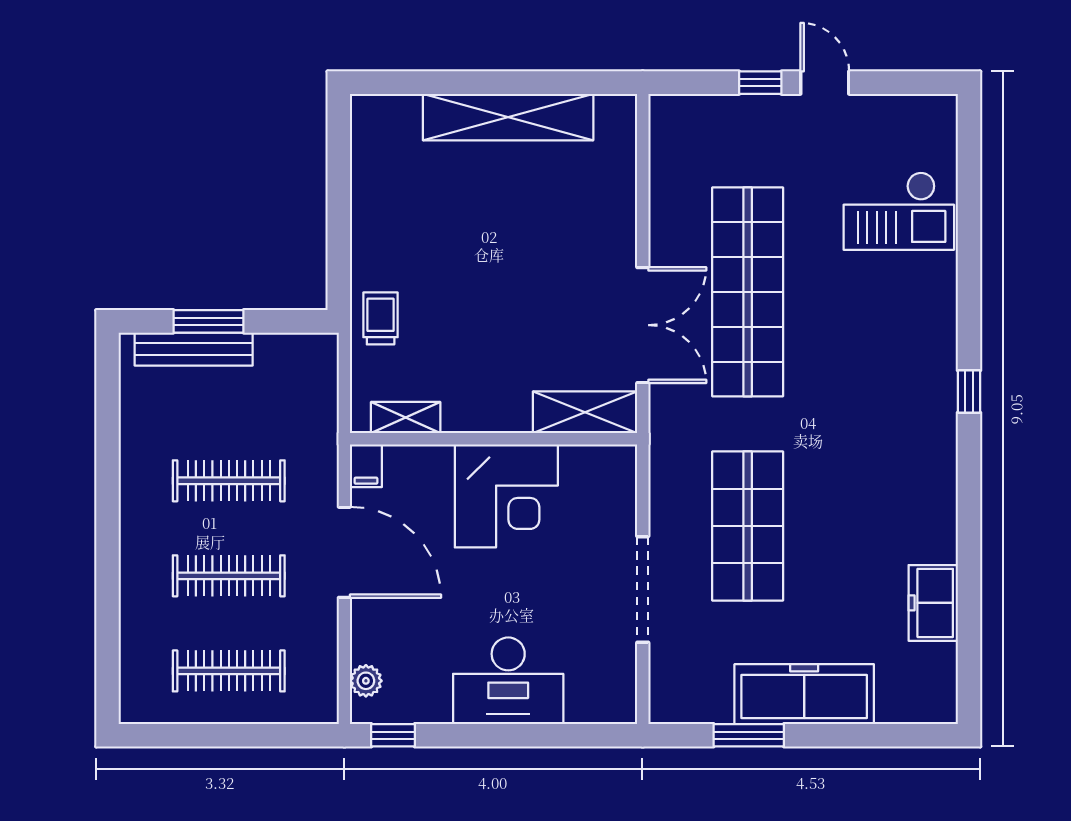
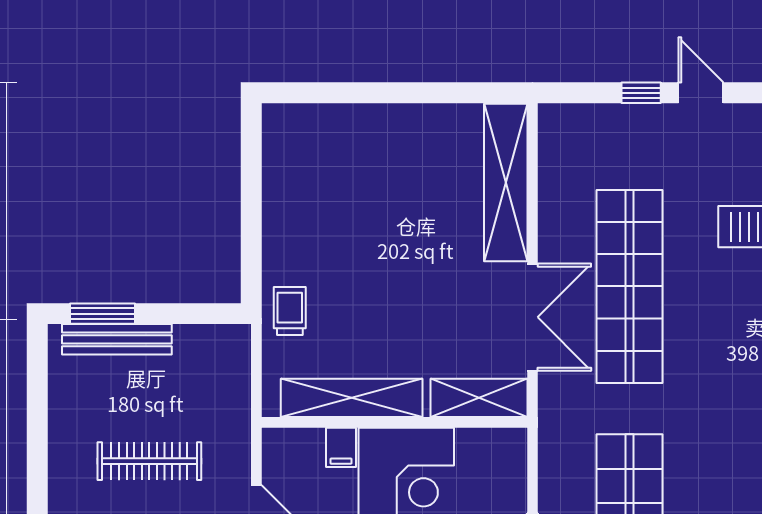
shelving: (508, 117) -> (506, 183), moved, turned 90
window: (209, 321) -> (102, 314), moved
shelving: (406, 418) -> (352, 398), width x2.20, depth x1.33
filing cabinet: (366, 466) -> (341, 447), moved

